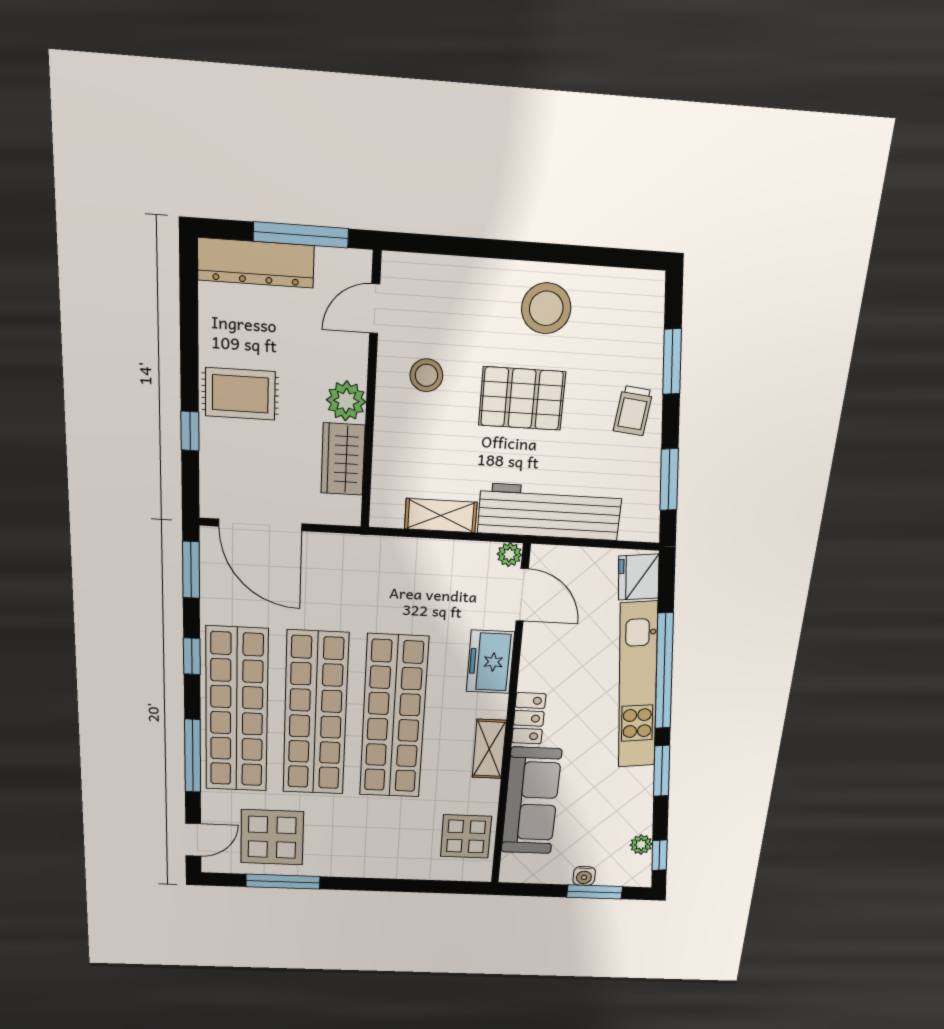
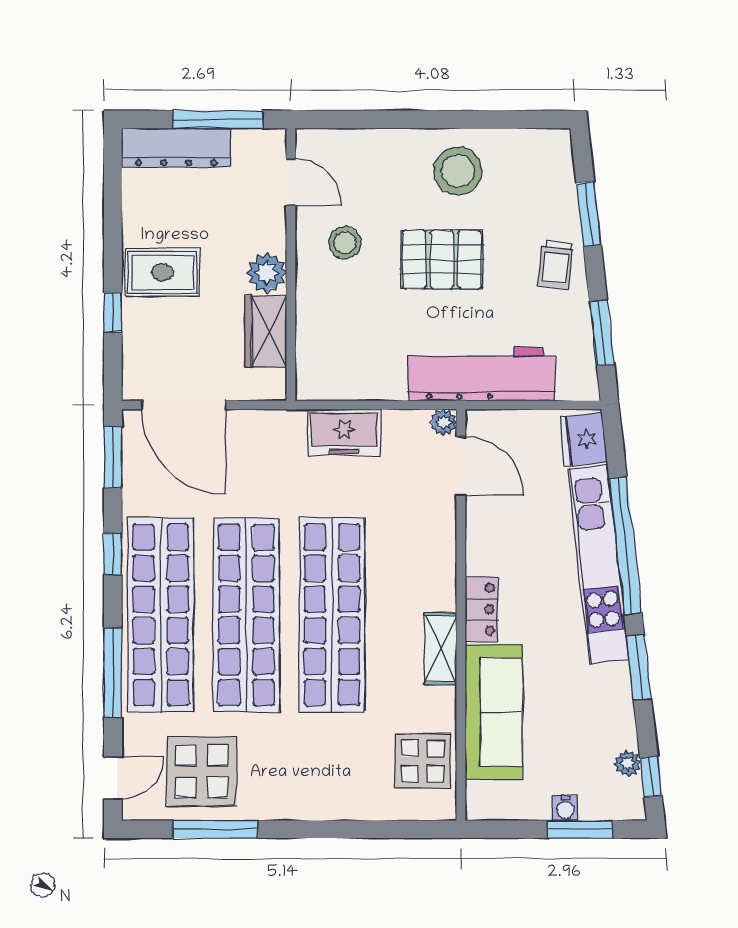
door: (375, 309) -> (291, 182), swing flipped
shelving: (441, 515) -> (369, 384), removed
freezer: (490, 662) -> (344, 433), moved, turned -90

